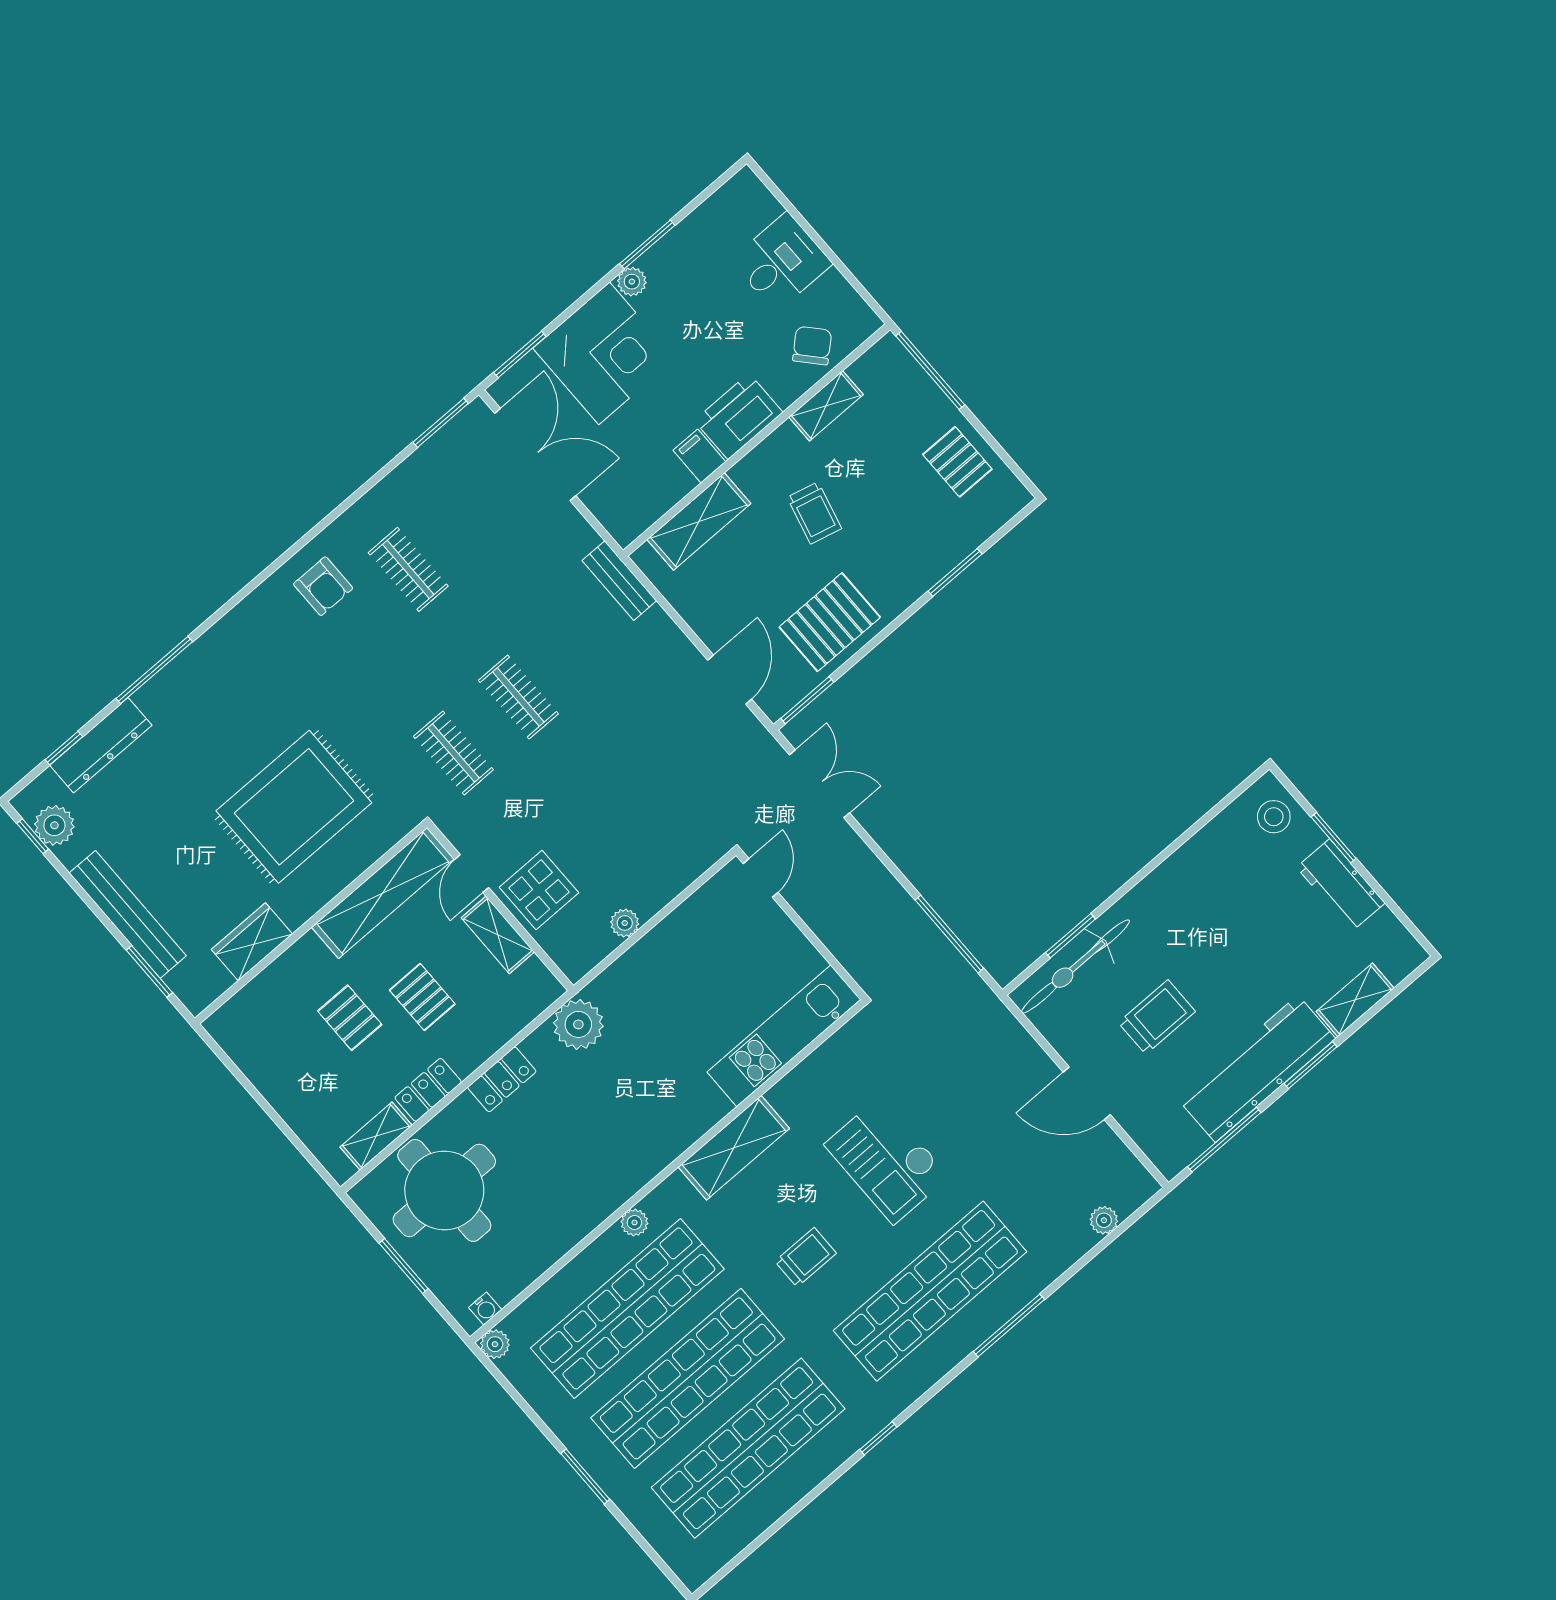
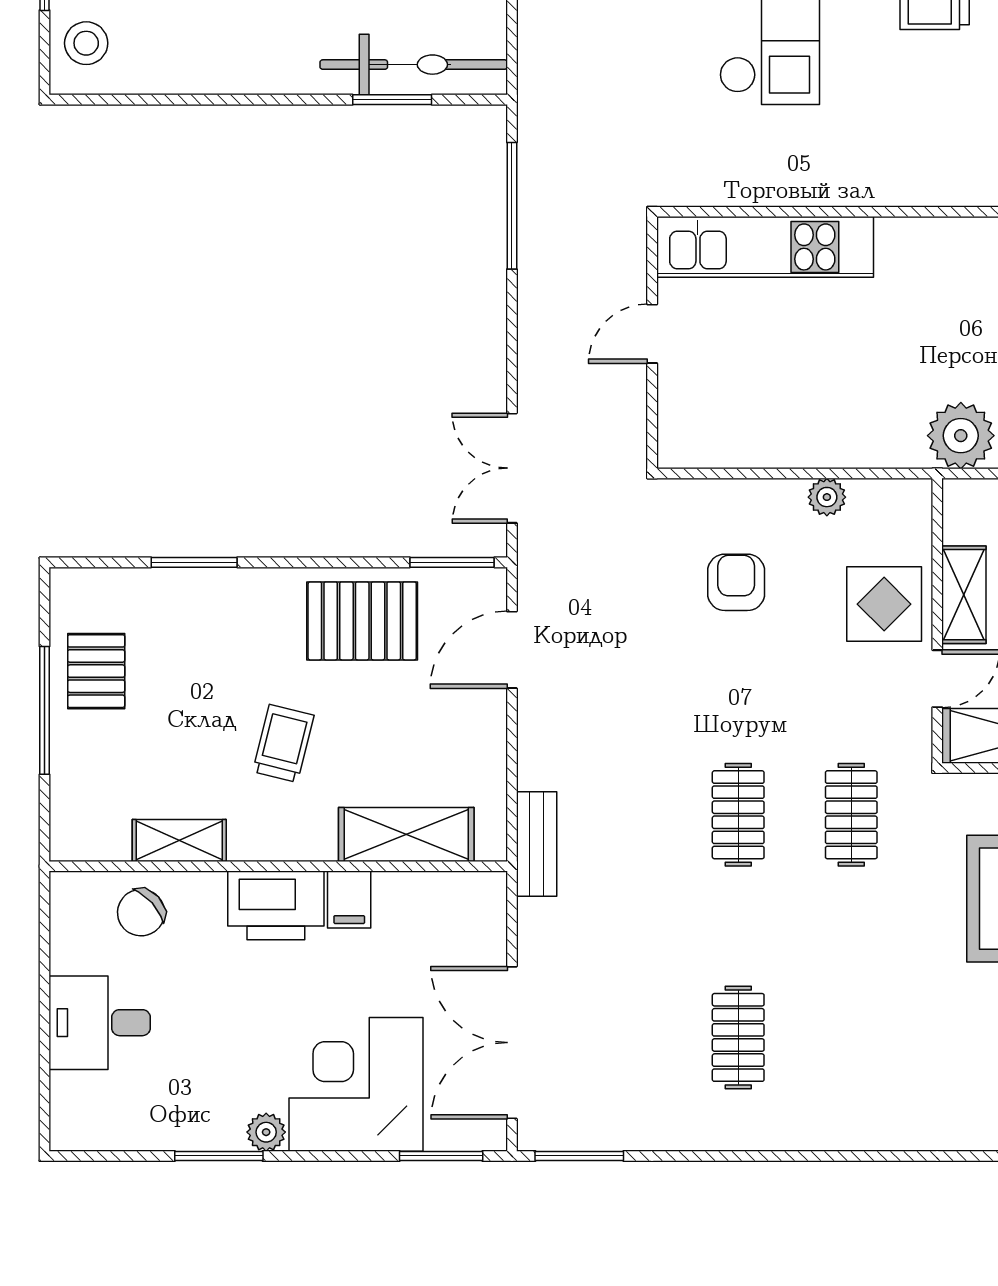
window: (930, 370) -> (44, 710), moved
armchair: (323, 586) -> (736, 582), moved
door: (761, 878) -> (652, 334), moved
shelving: (734, 1148) -> (912, 178), removed

